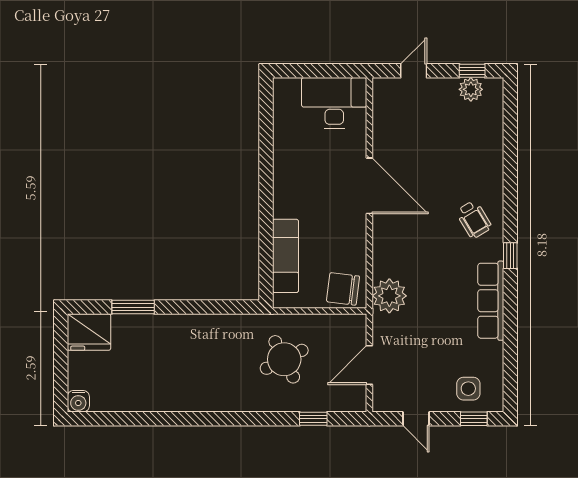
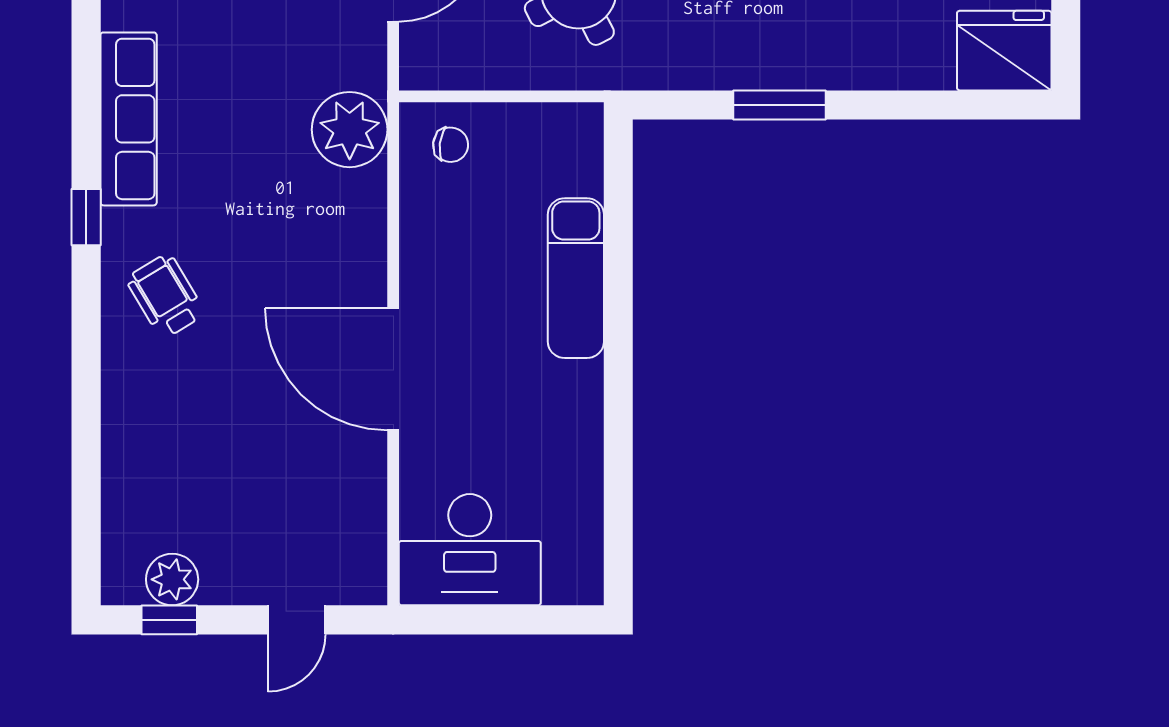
exam couch: (286, 256) -> (576, 278), moved
chair: (343, 289) -> (451, 145), width x0.54, depth x0.54
window: (133, 307) -> (779, 105), moved

